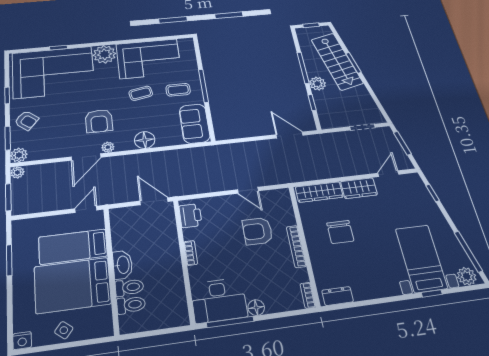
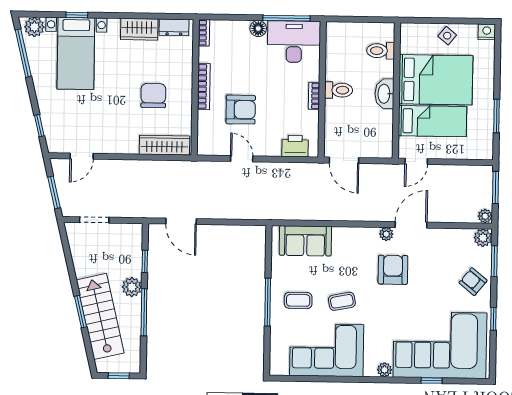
plant: (104, 54) -> (385, 370), width x0.53, depth x0.53
sofa: (195, 124) -> (305, 241), moved, turned 90
floor lamp: (145, 140) -> (345, 238), removed
wardrobe: (359, 188) -> (139, 29), moved, turned 180
printer: (190, 216) -> (295, 146), moved, turned 90
toilet: (129, 287) -> (339, 90), moved, turned 180

